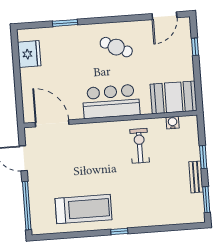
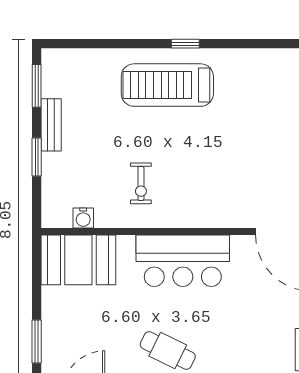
window: (195, 47) -> (37, 342), width x1.50
exercise bike: (140, 146) -> (141, 183), width x0.73, depth x0.72
treadmill: (84, 209) -> (167, 85), moved

